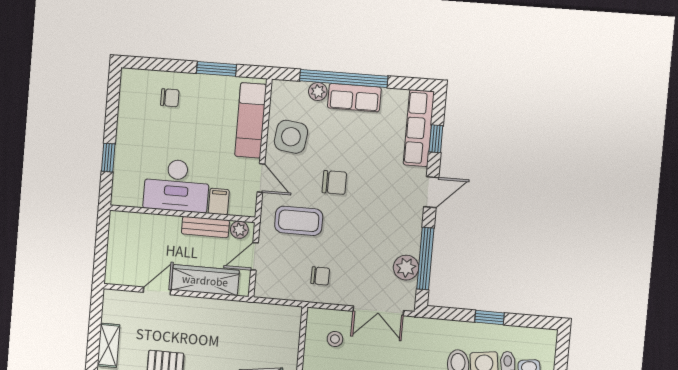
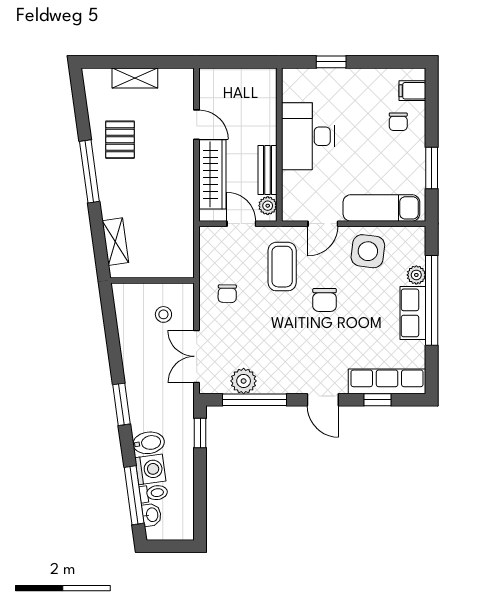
filing cabinet: (219, 202) -> (412, 91), moved, turned 180
window: (490, 317) -> (200, 433), moved

